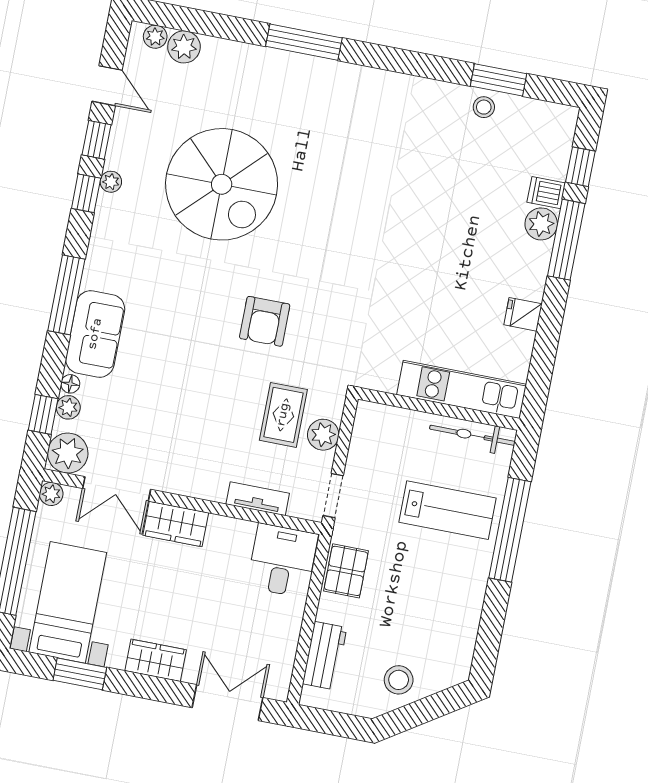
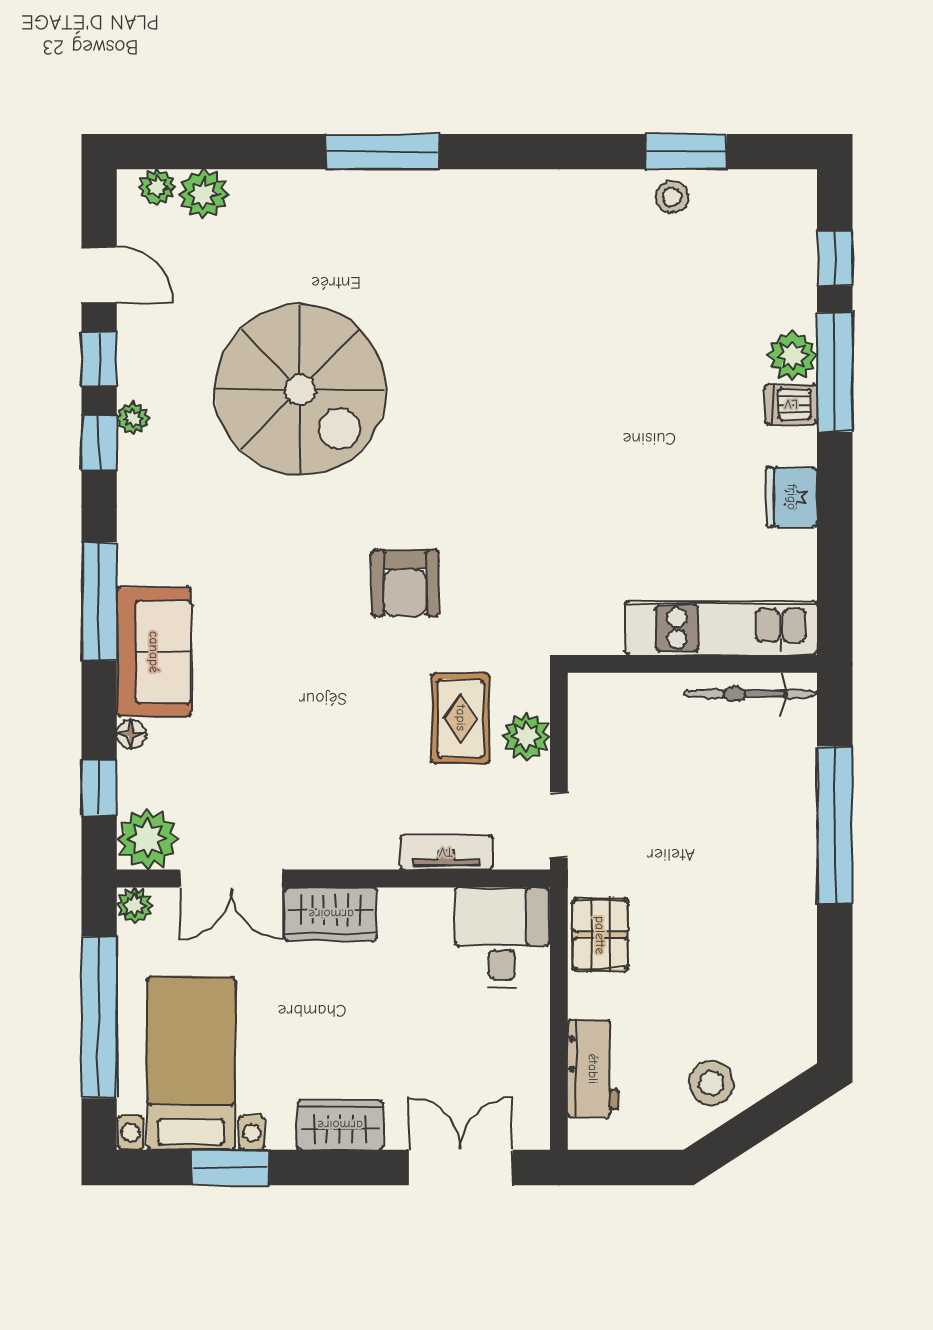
dishwasher: (546, 193) -> (791, 404), moved
fridge: (523, 314) -> (792, 497), width x1.38
plant: (68, 407) -> (135, 770), removed
lab bench: (448, 510) -> (735, 814), removed

